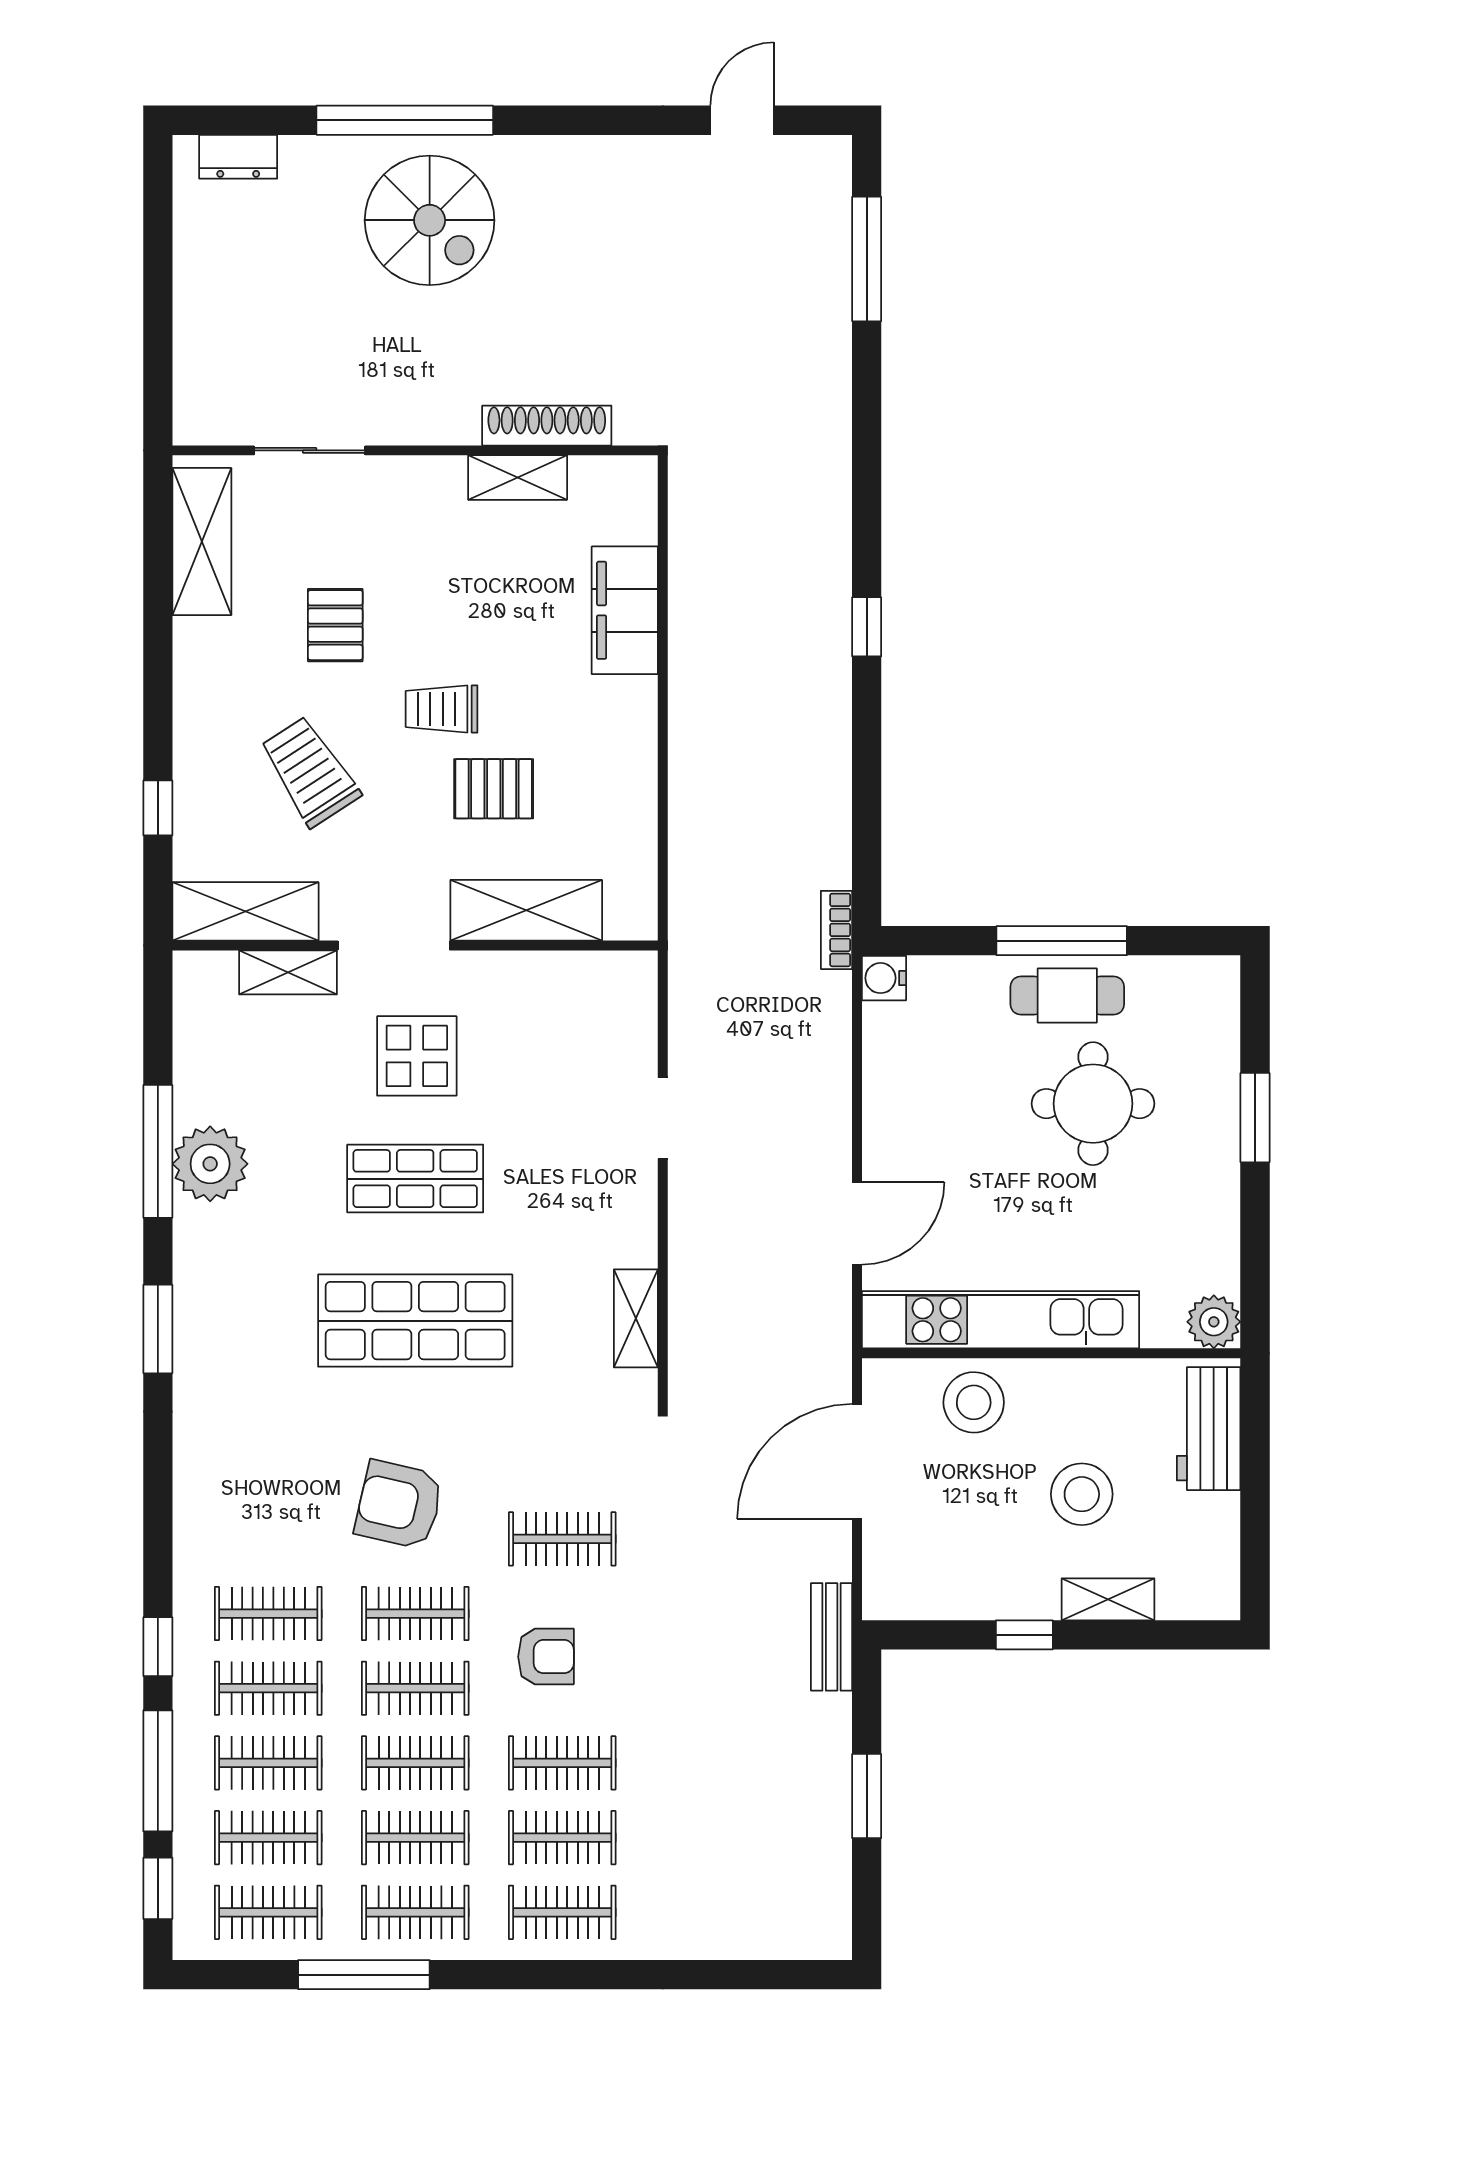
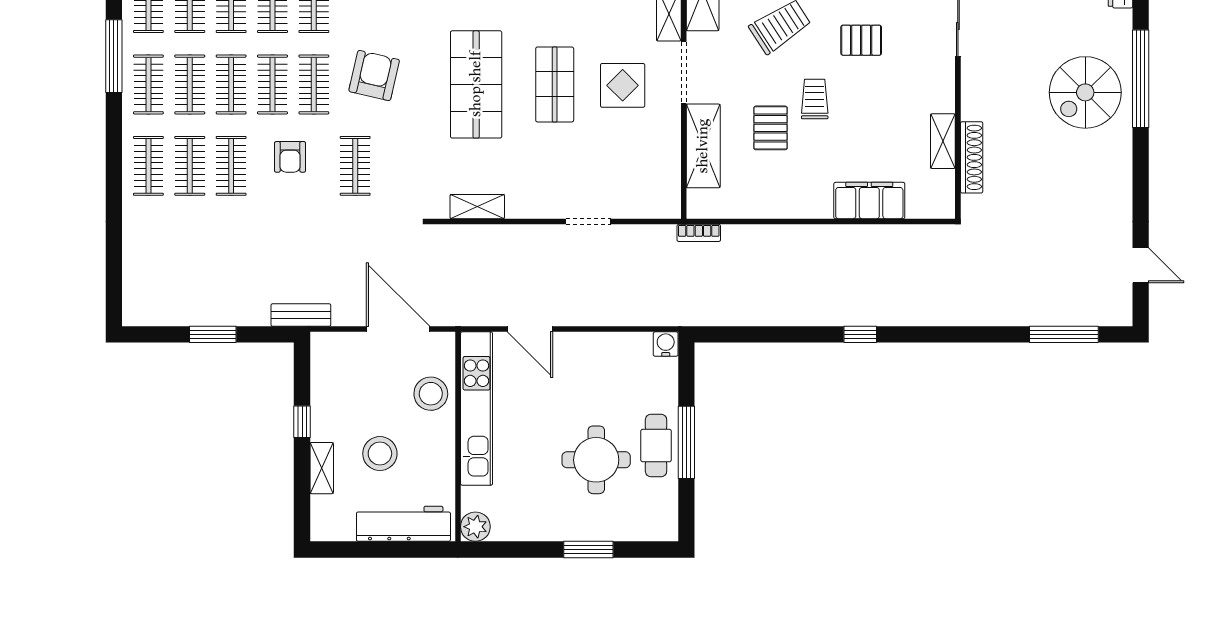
bookcase: (836, 930) -> (699, 233), moved, turned 180
workbench: (1209, 1429) -> (403, 524), width x1.38

